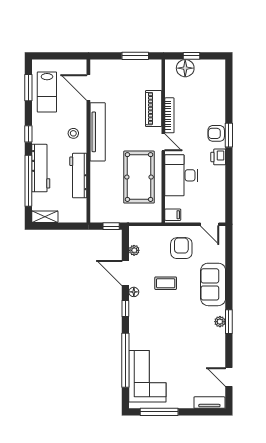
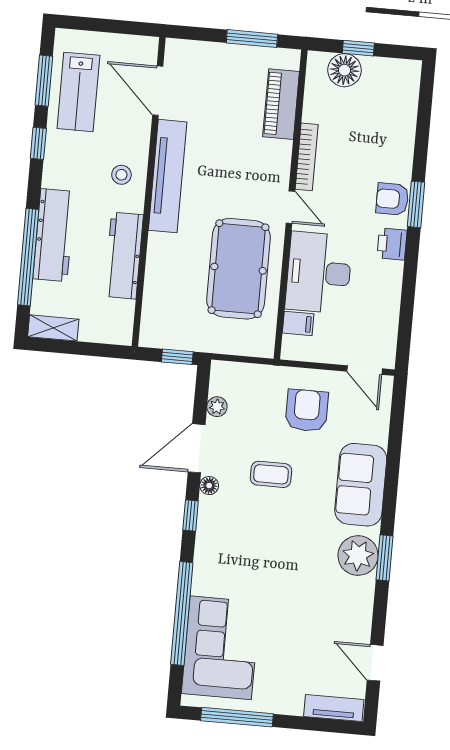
piano: (154, 109) -> (281, 104), moved
window: (28, 134) -> (38, 143), moved
filing cabinet: (173, 215) -> (298, 323), moved
door: (125, 273) -> (197, 448), hinge flipped
plant: (220, 322) -> (358, 555), width x1.87, depth x1.87

